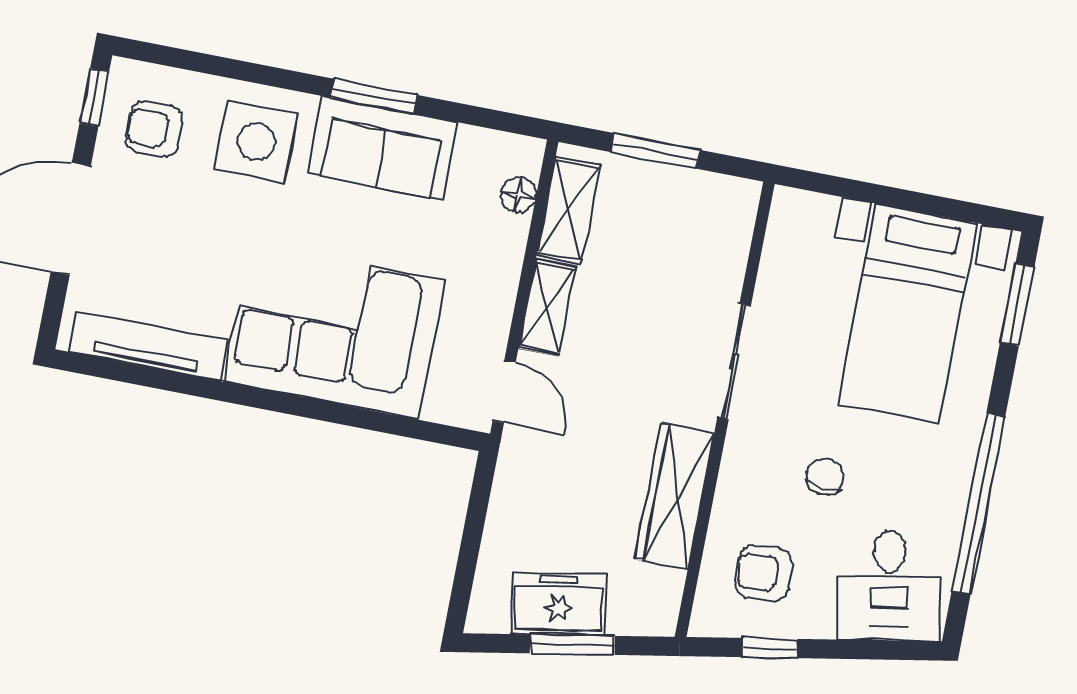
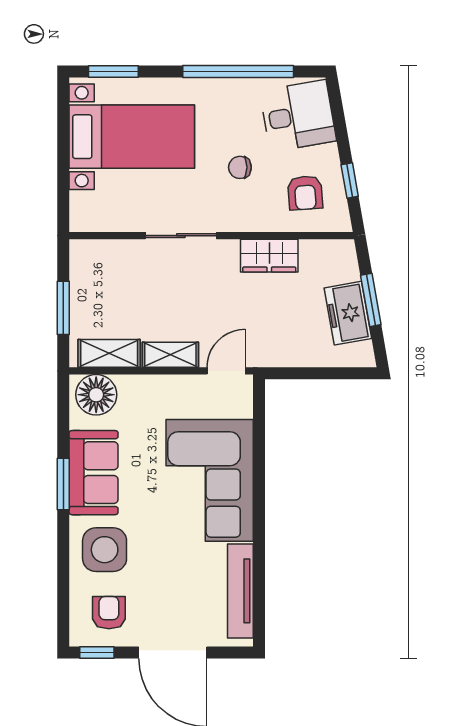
armchair: (154, 129) -> (109, 613), turned 180
floor lamp: (519, 195) -> (96, 395), width x1.89, depth x1.89
wardrobe: (675, 496) -> (269, 256), width x0.67

